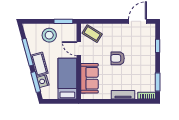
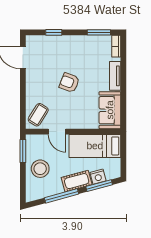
door: (79, 49) -> (57, 132), hinge flipped
armchair: (118, 58) -> (69, 83), turned 111
sofa: (89, 78) -> (110, 110), moved, turned -90

